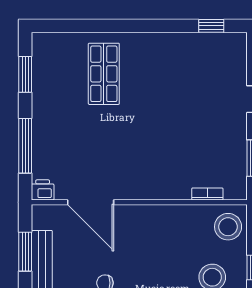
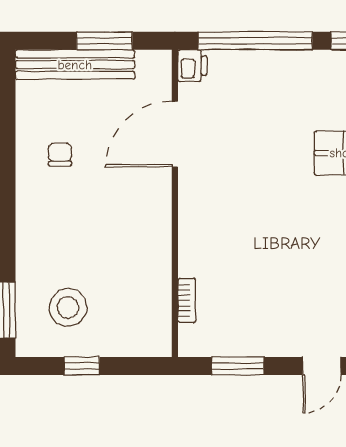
window: (25, 146) -> (255, 41), width x1.46
stool: (228, 227) -> (140, 330), removed

